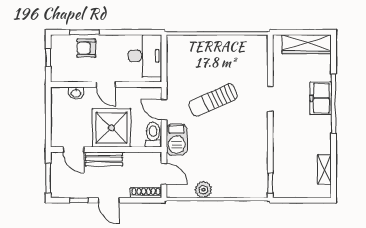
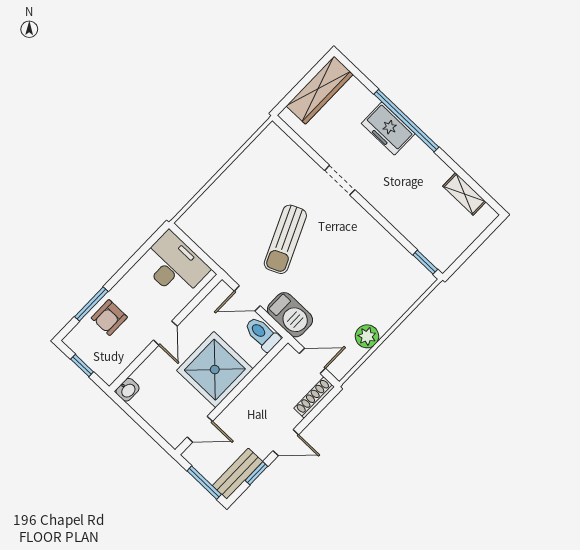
door: (106, 85) -> (165, 333), hinge flipped
washbasin: (76, 93) -> (128, 390), moved
bench: (104, 159) -> (238, 474), moved

